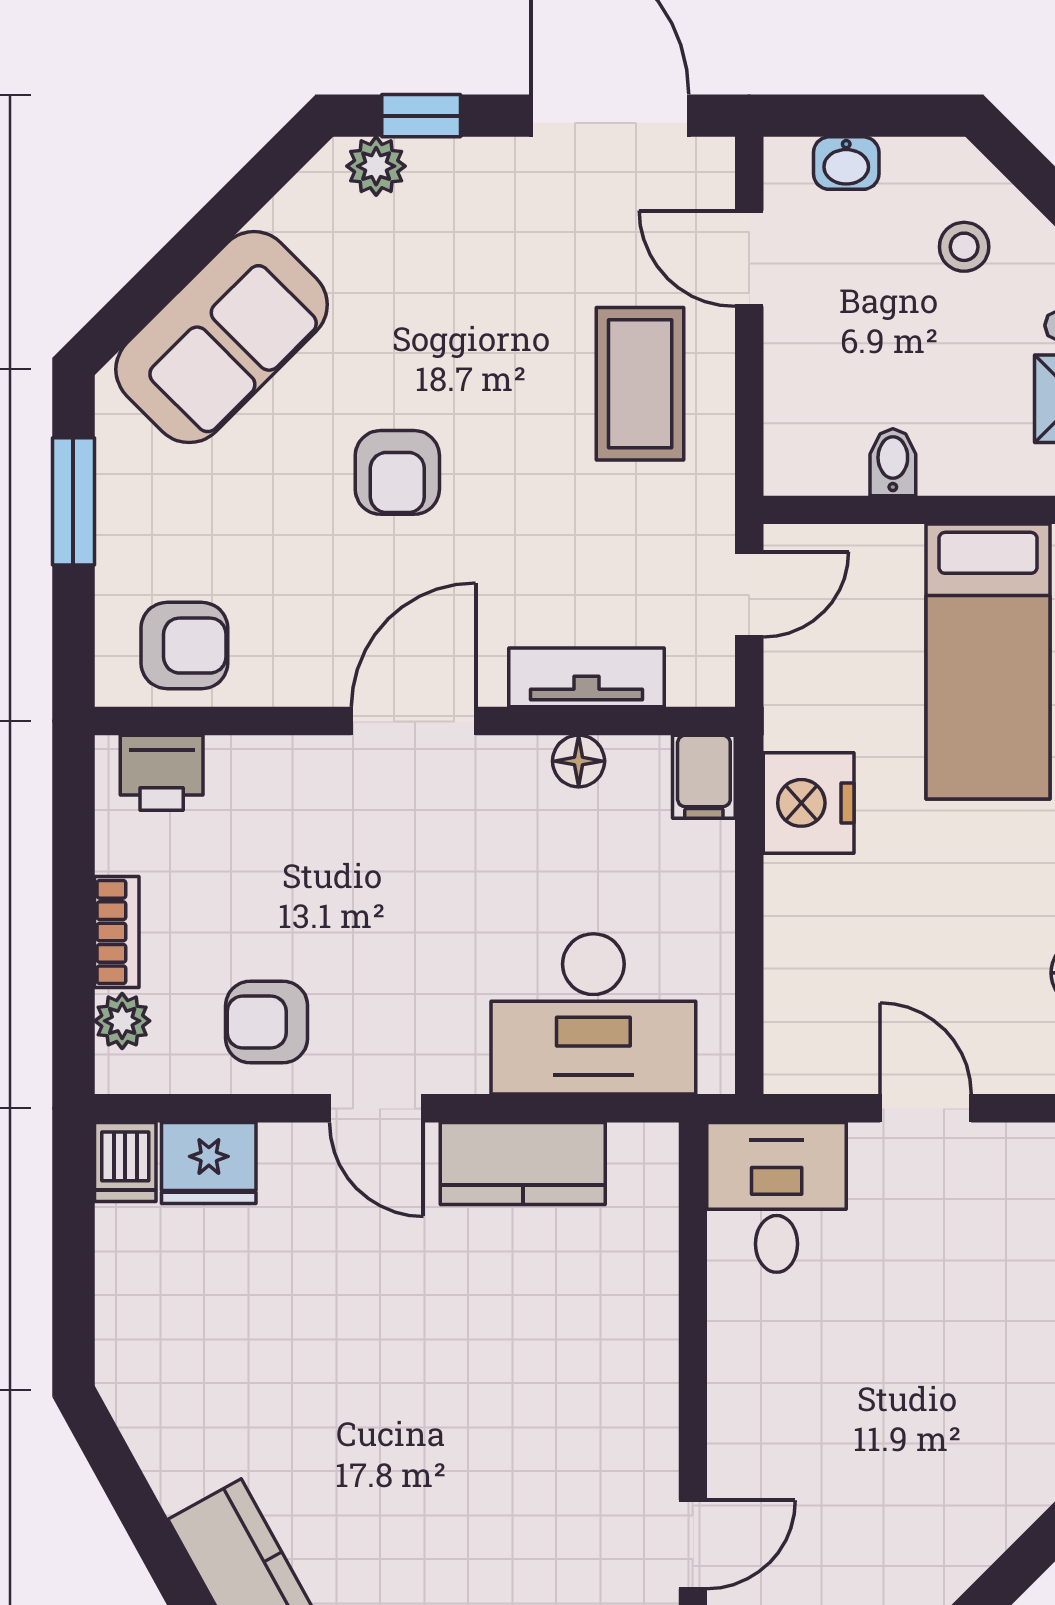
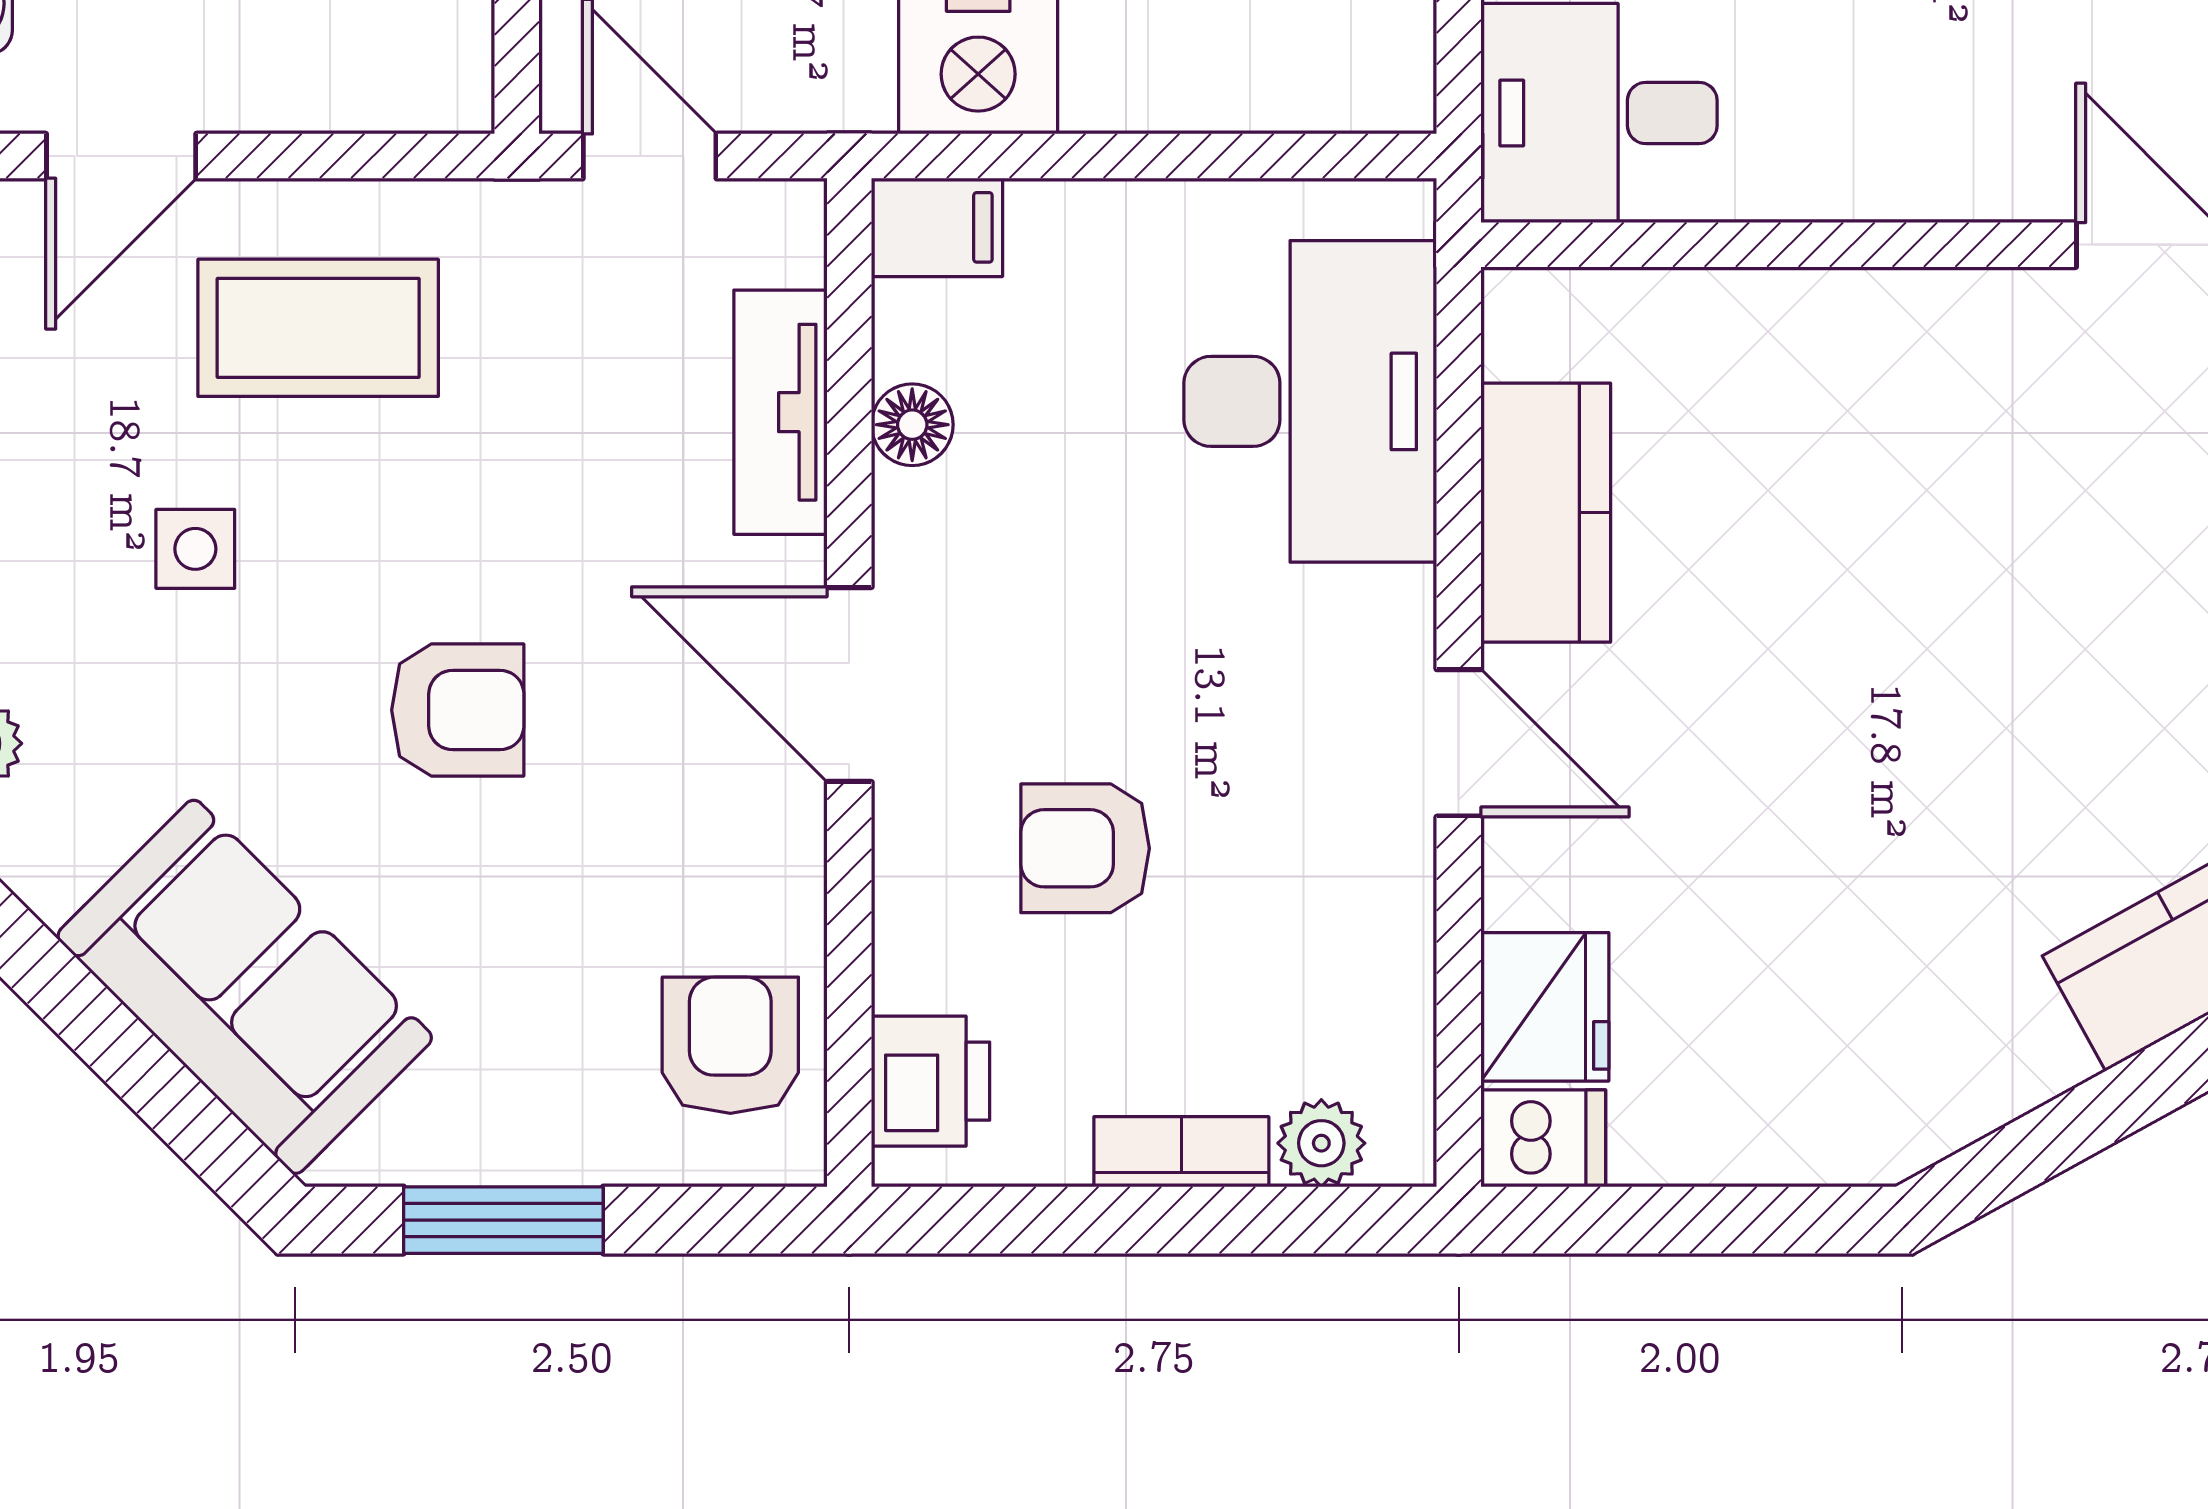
side table: (500, 306) -> (195, 549), added
armchair: (267, 1022) -> (1085, 848), moved, turned 90
door: (376, 1108) -> (1459, 743), hinge flipped

